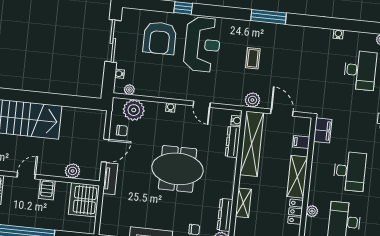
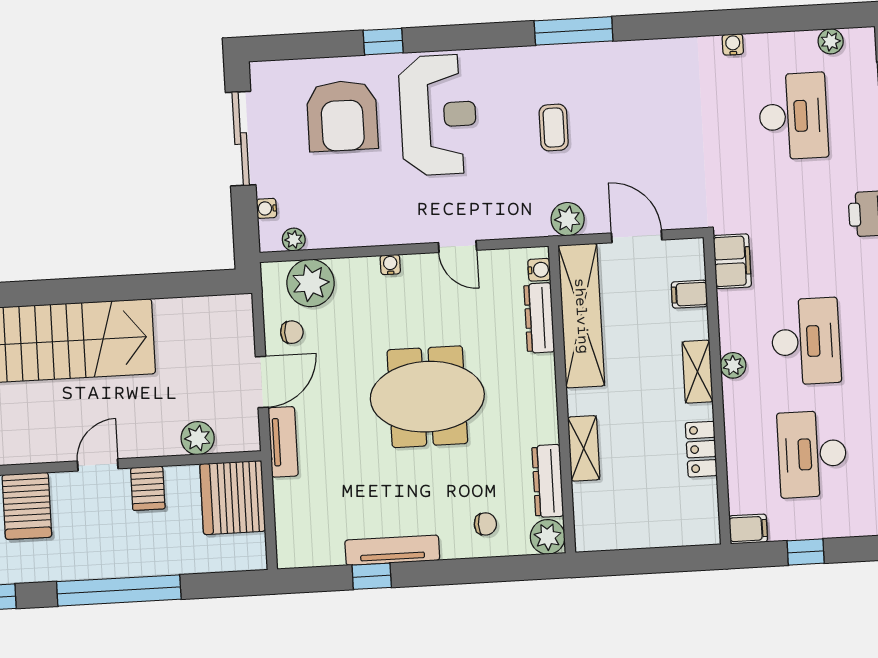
shelving: (297, 177) -> (697, 372), width x0.67, depth x0.75
plant: (312, 211) -> (733, 365), moved

